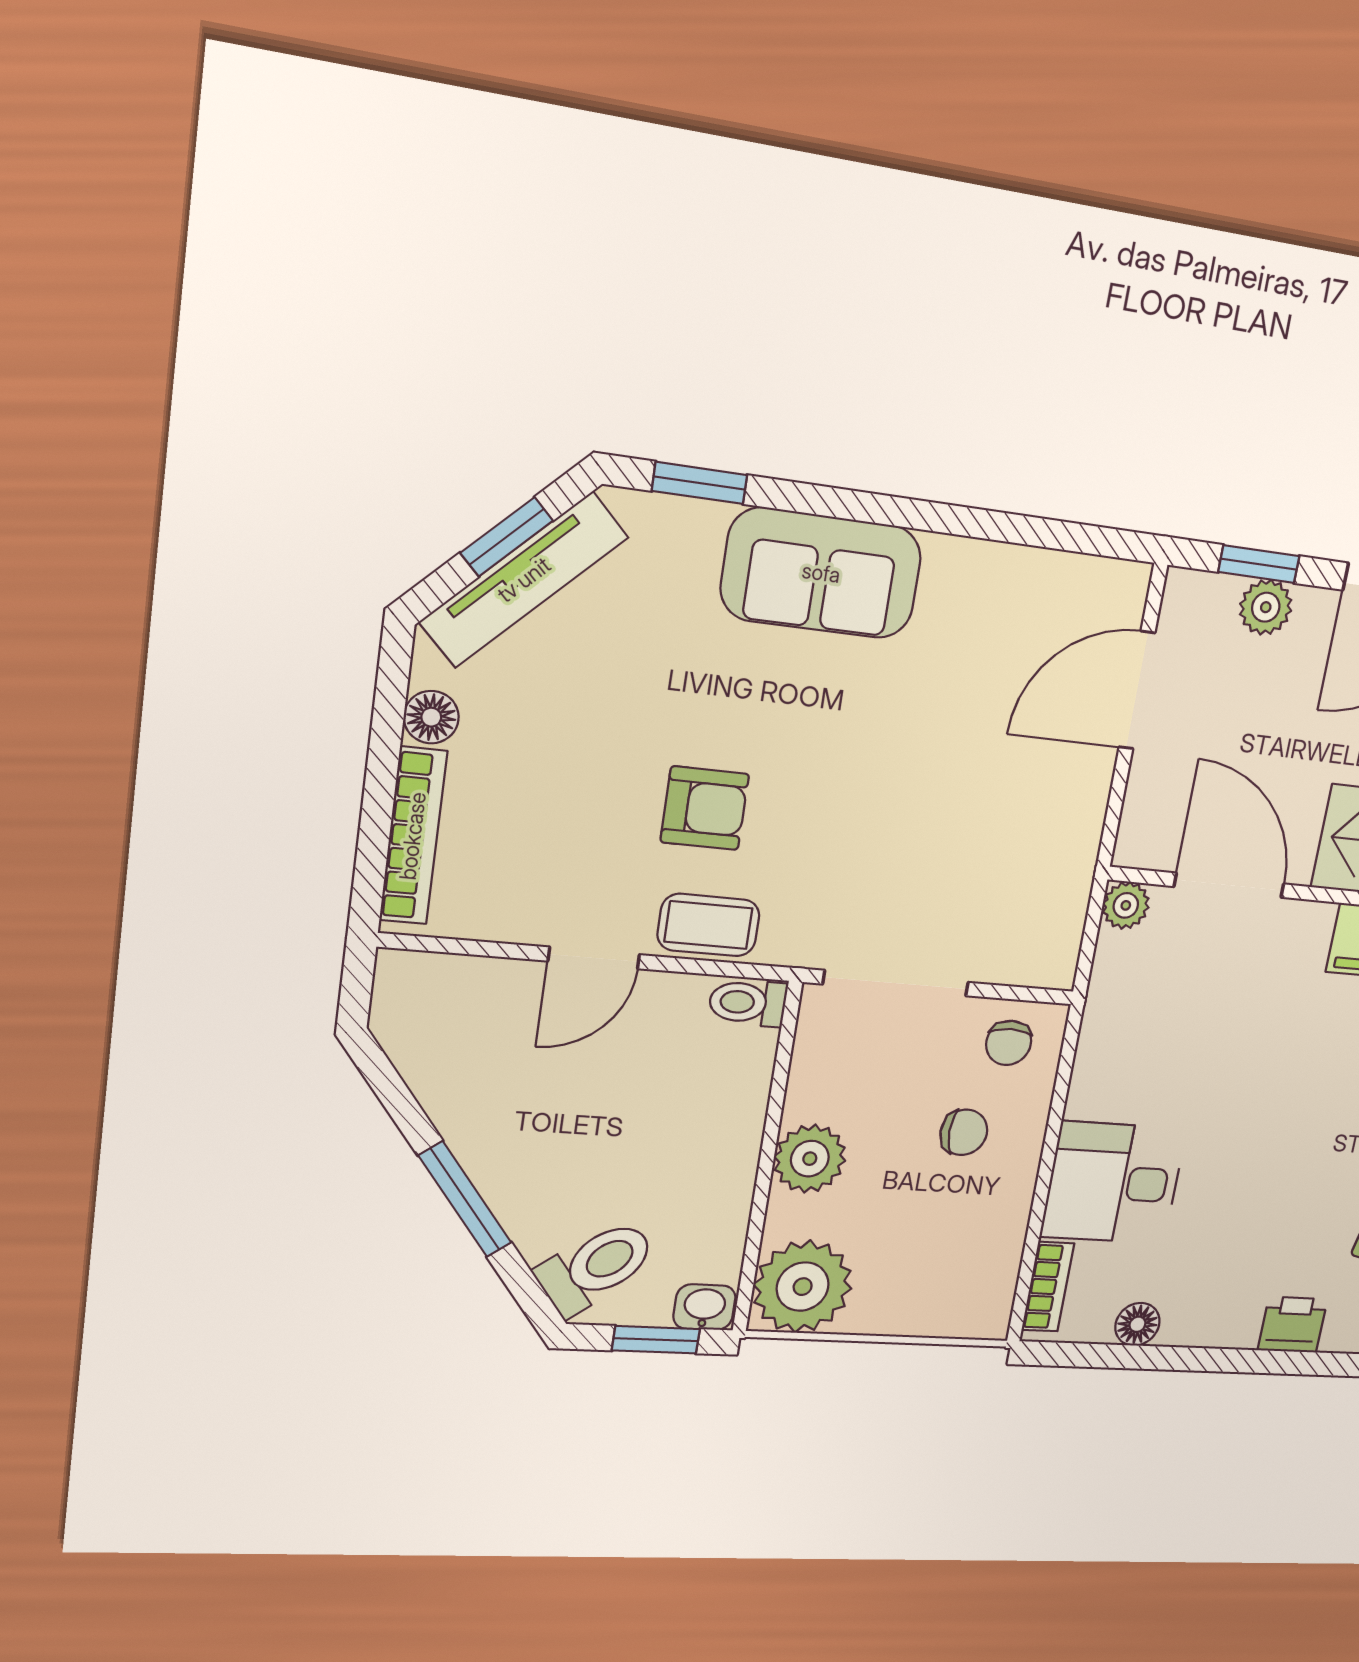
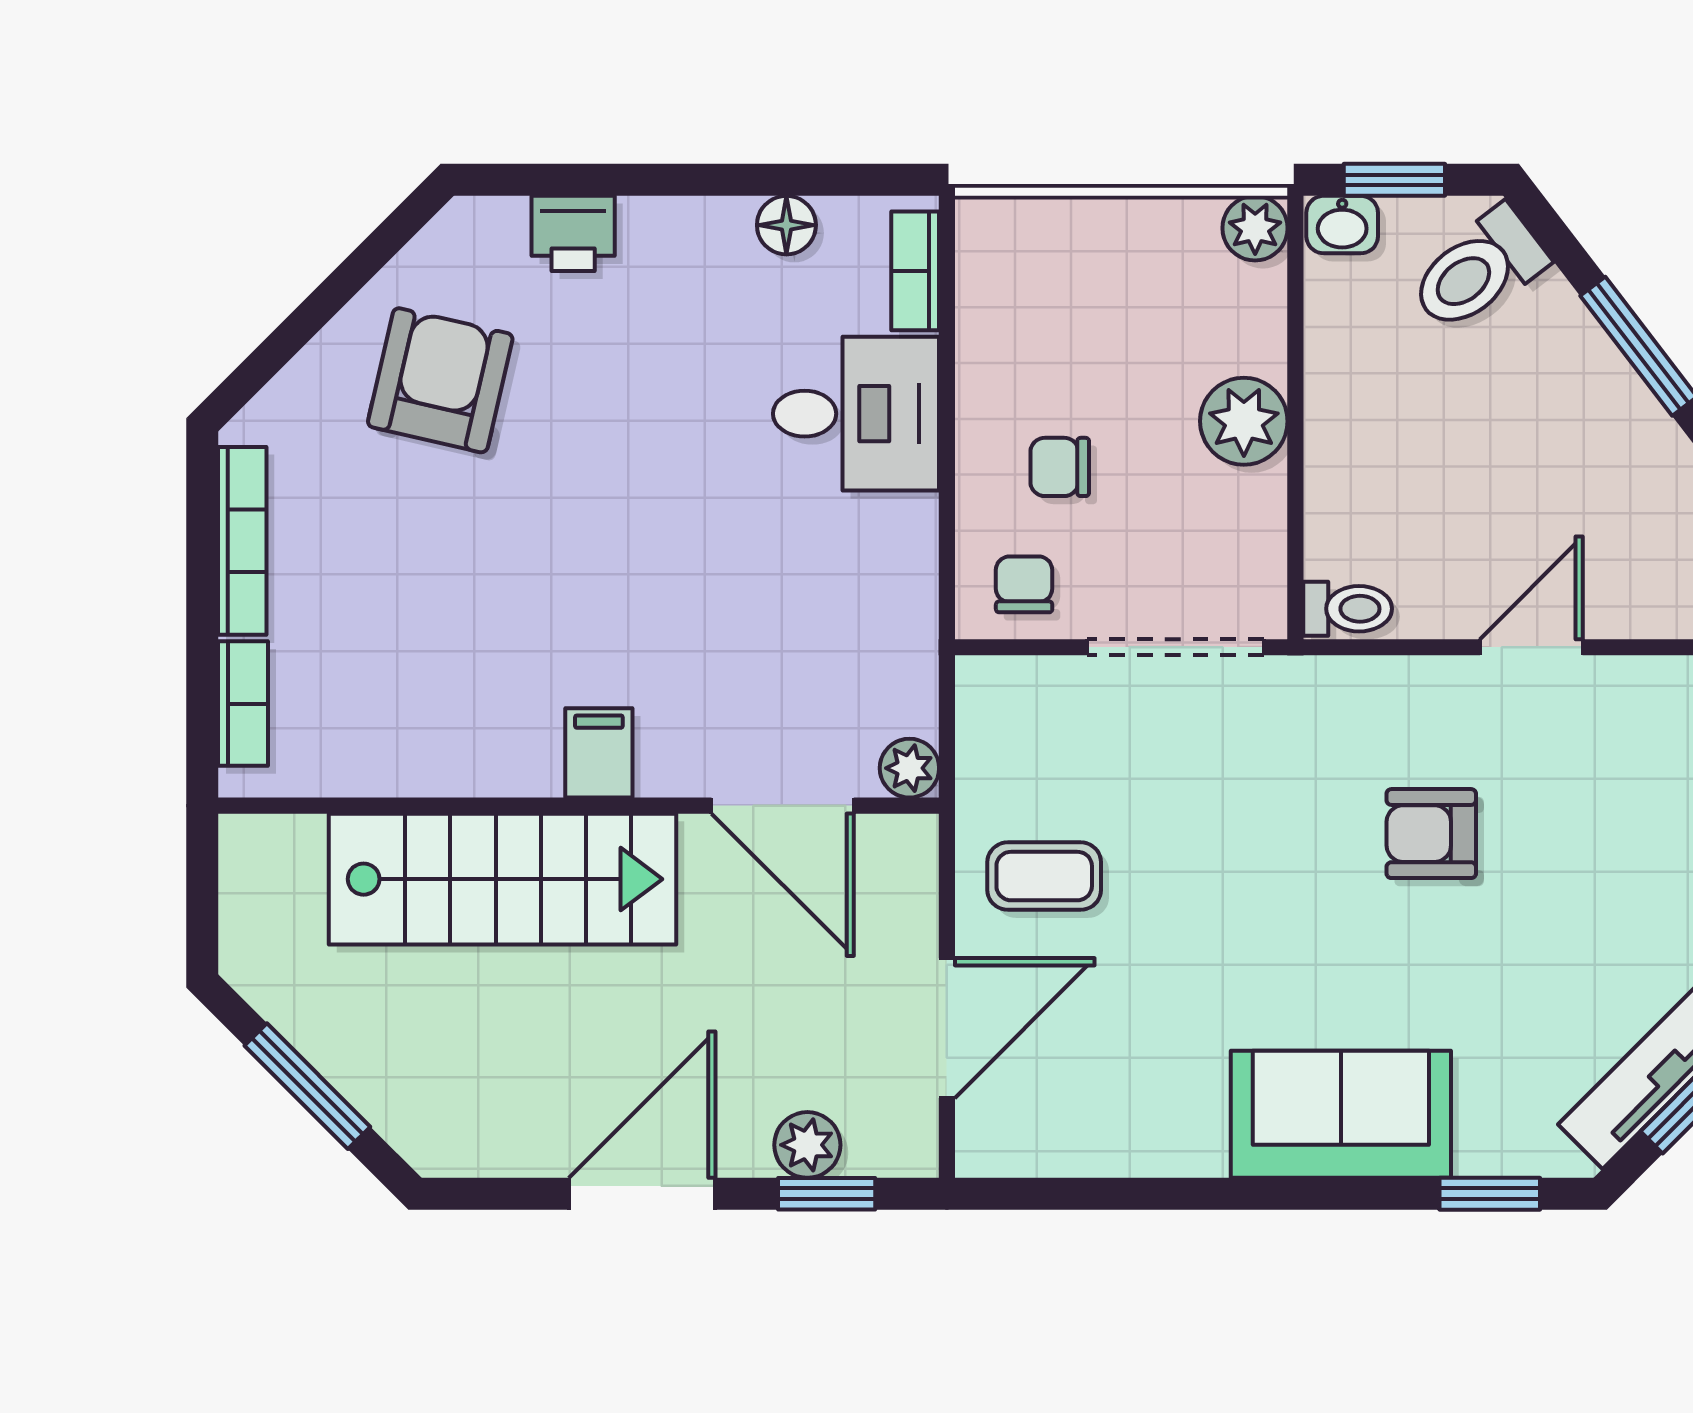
coffee table: (708, 925) -> (1044, 876), moved
plant: (803, 1287) -> (1255, 228), width x0.53, depth x0.53

